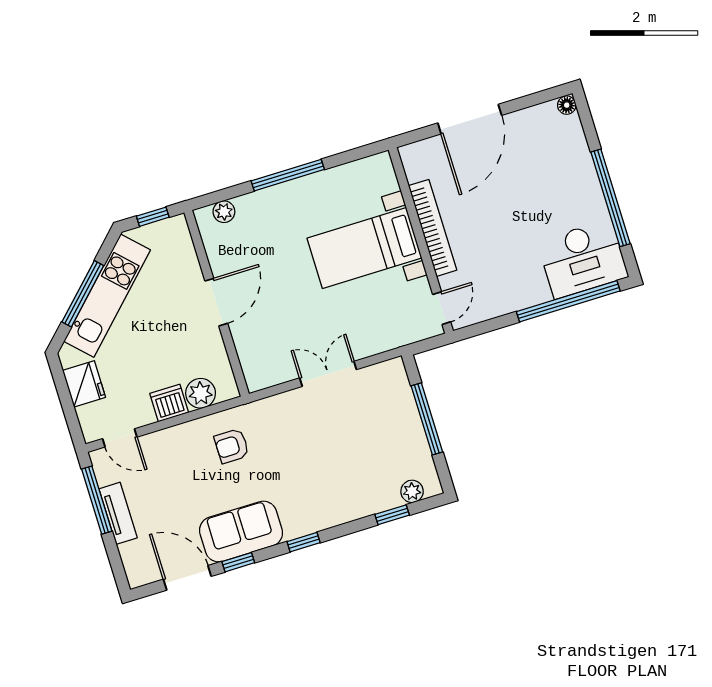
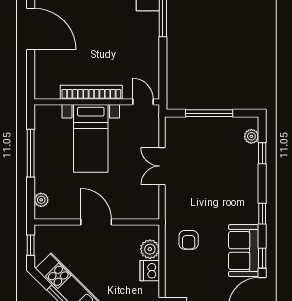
bookcase: (432, 228) -> (91, 92), moved
wall: (421, 240) -> (97, 102), moved
bed with nightstands: (364, 248) -> (91, 138), moved
door: (442, 308) -> (143, 102), moved

